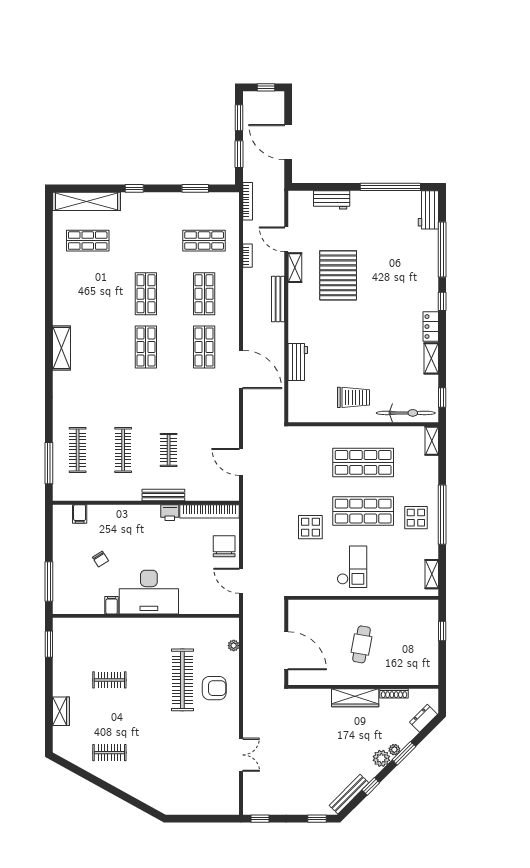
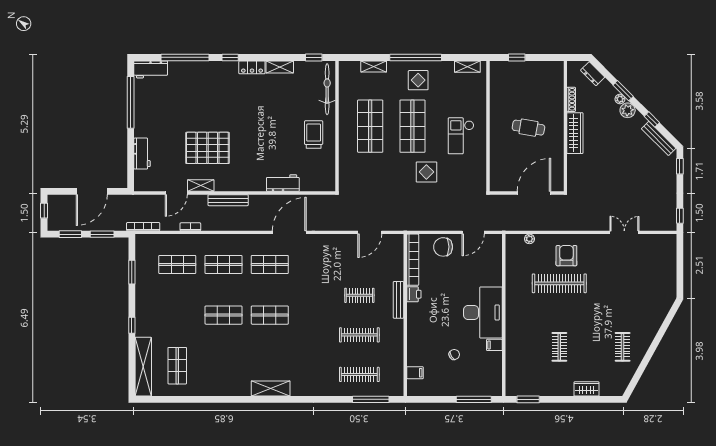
shop shelf: (204, 241) -> (177, 264), turned 90
shelving: (432, 441) -> (374, 67), moved
checkout: (352, 567) -> (461, 136), turned -90

